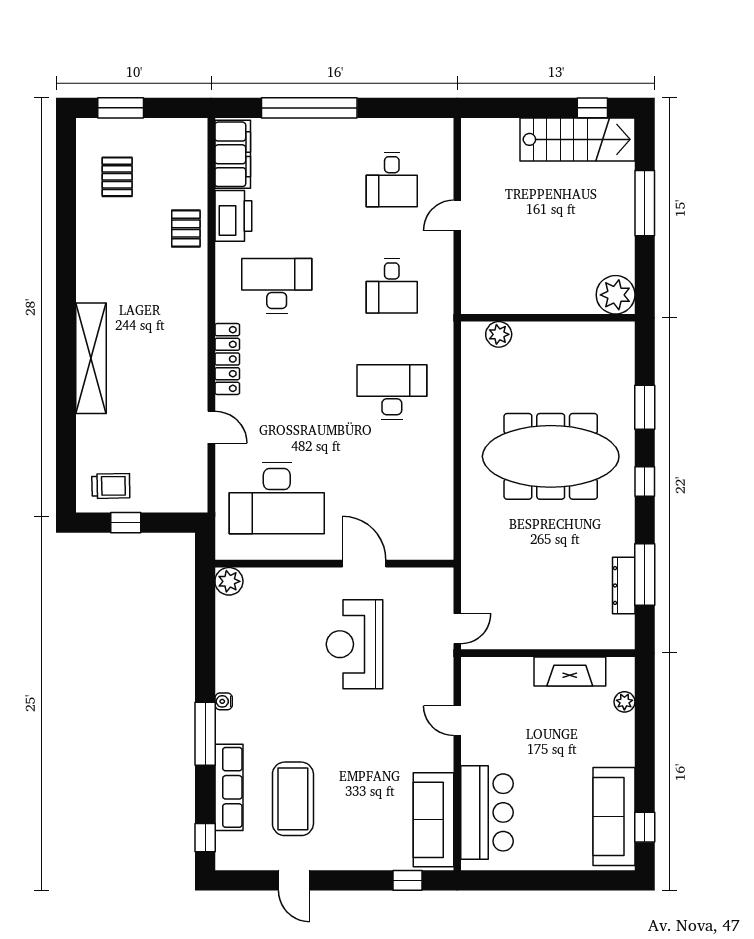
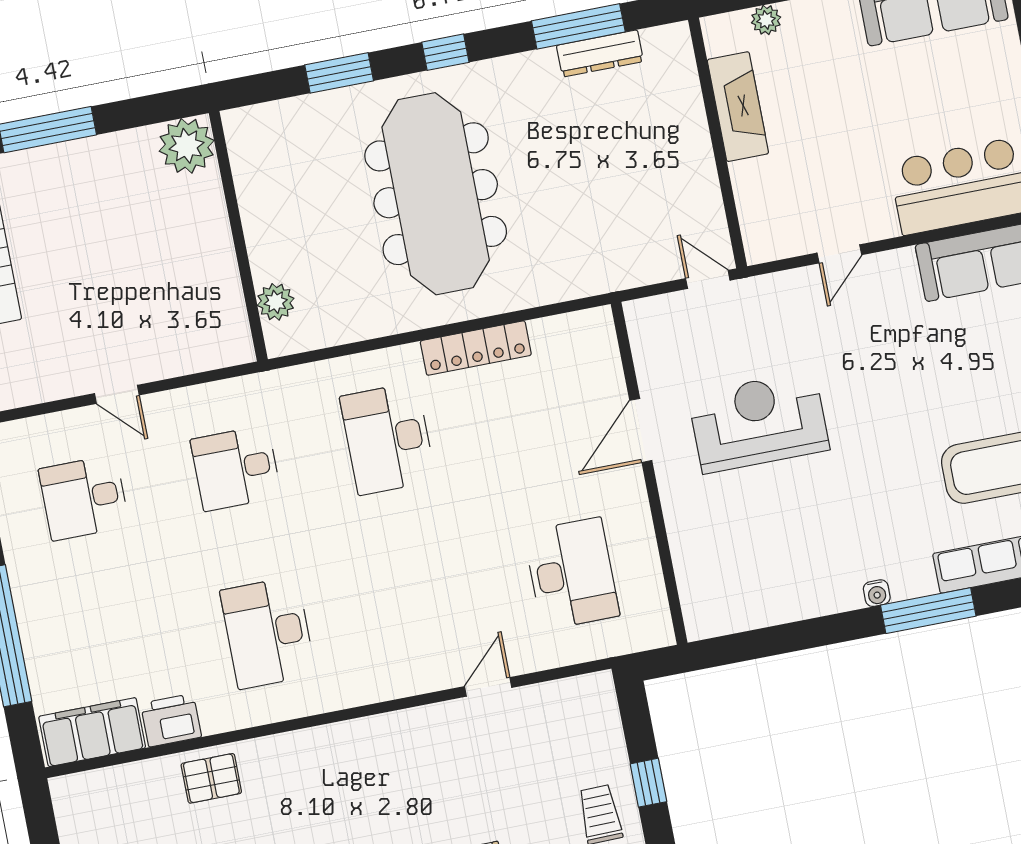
desk: (392, 179) -> (84, 498), turned 180
printer: (233, 216) -> (171, 720), width x0.73, depth x0.84
desk: (392, 286) -> (236, 468), turned 180
locker: (227, 359) -> (476, 348), moved, turned 180
desk: (277, 498) -> (572, 574), width x0.73, depth x0.77
plant: (229, 581) -> (704, 619), removed
reception desk: (354, 644) -> (759, 422), turned 180

